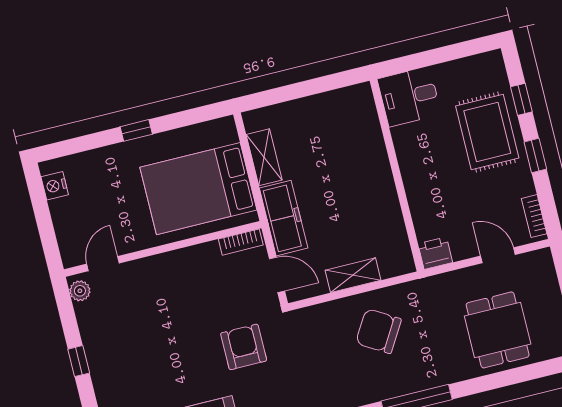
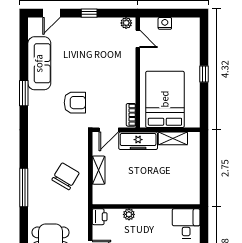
nightstand: (55, 186) -> (165, 23), moved
plant: (418, 202) -> (129, 214), added

